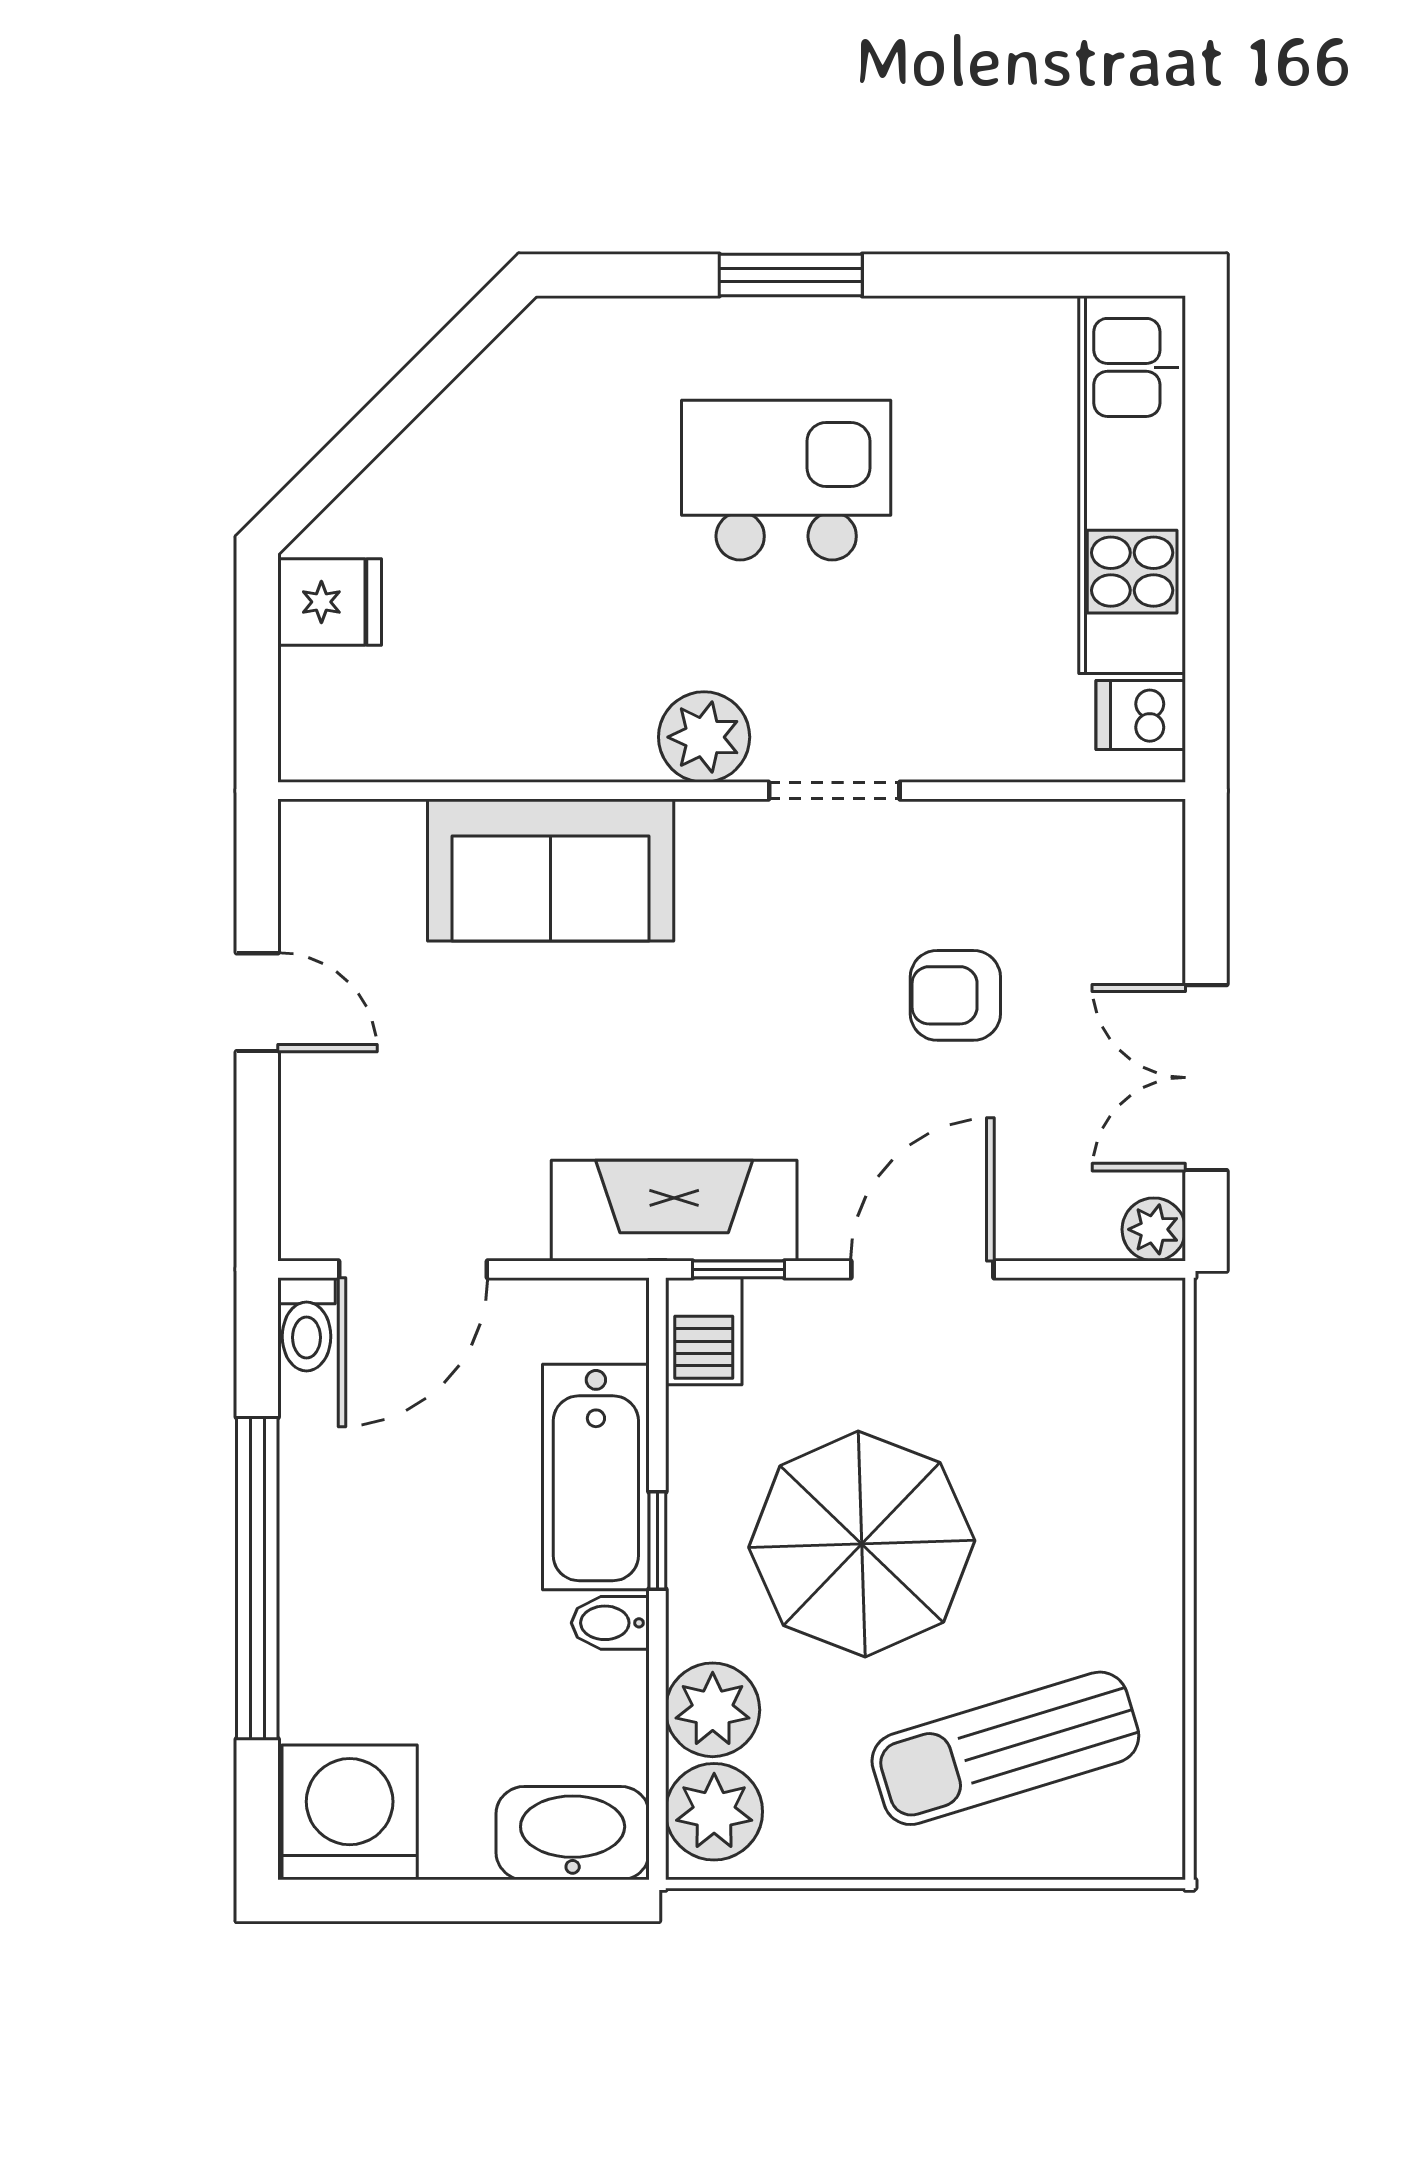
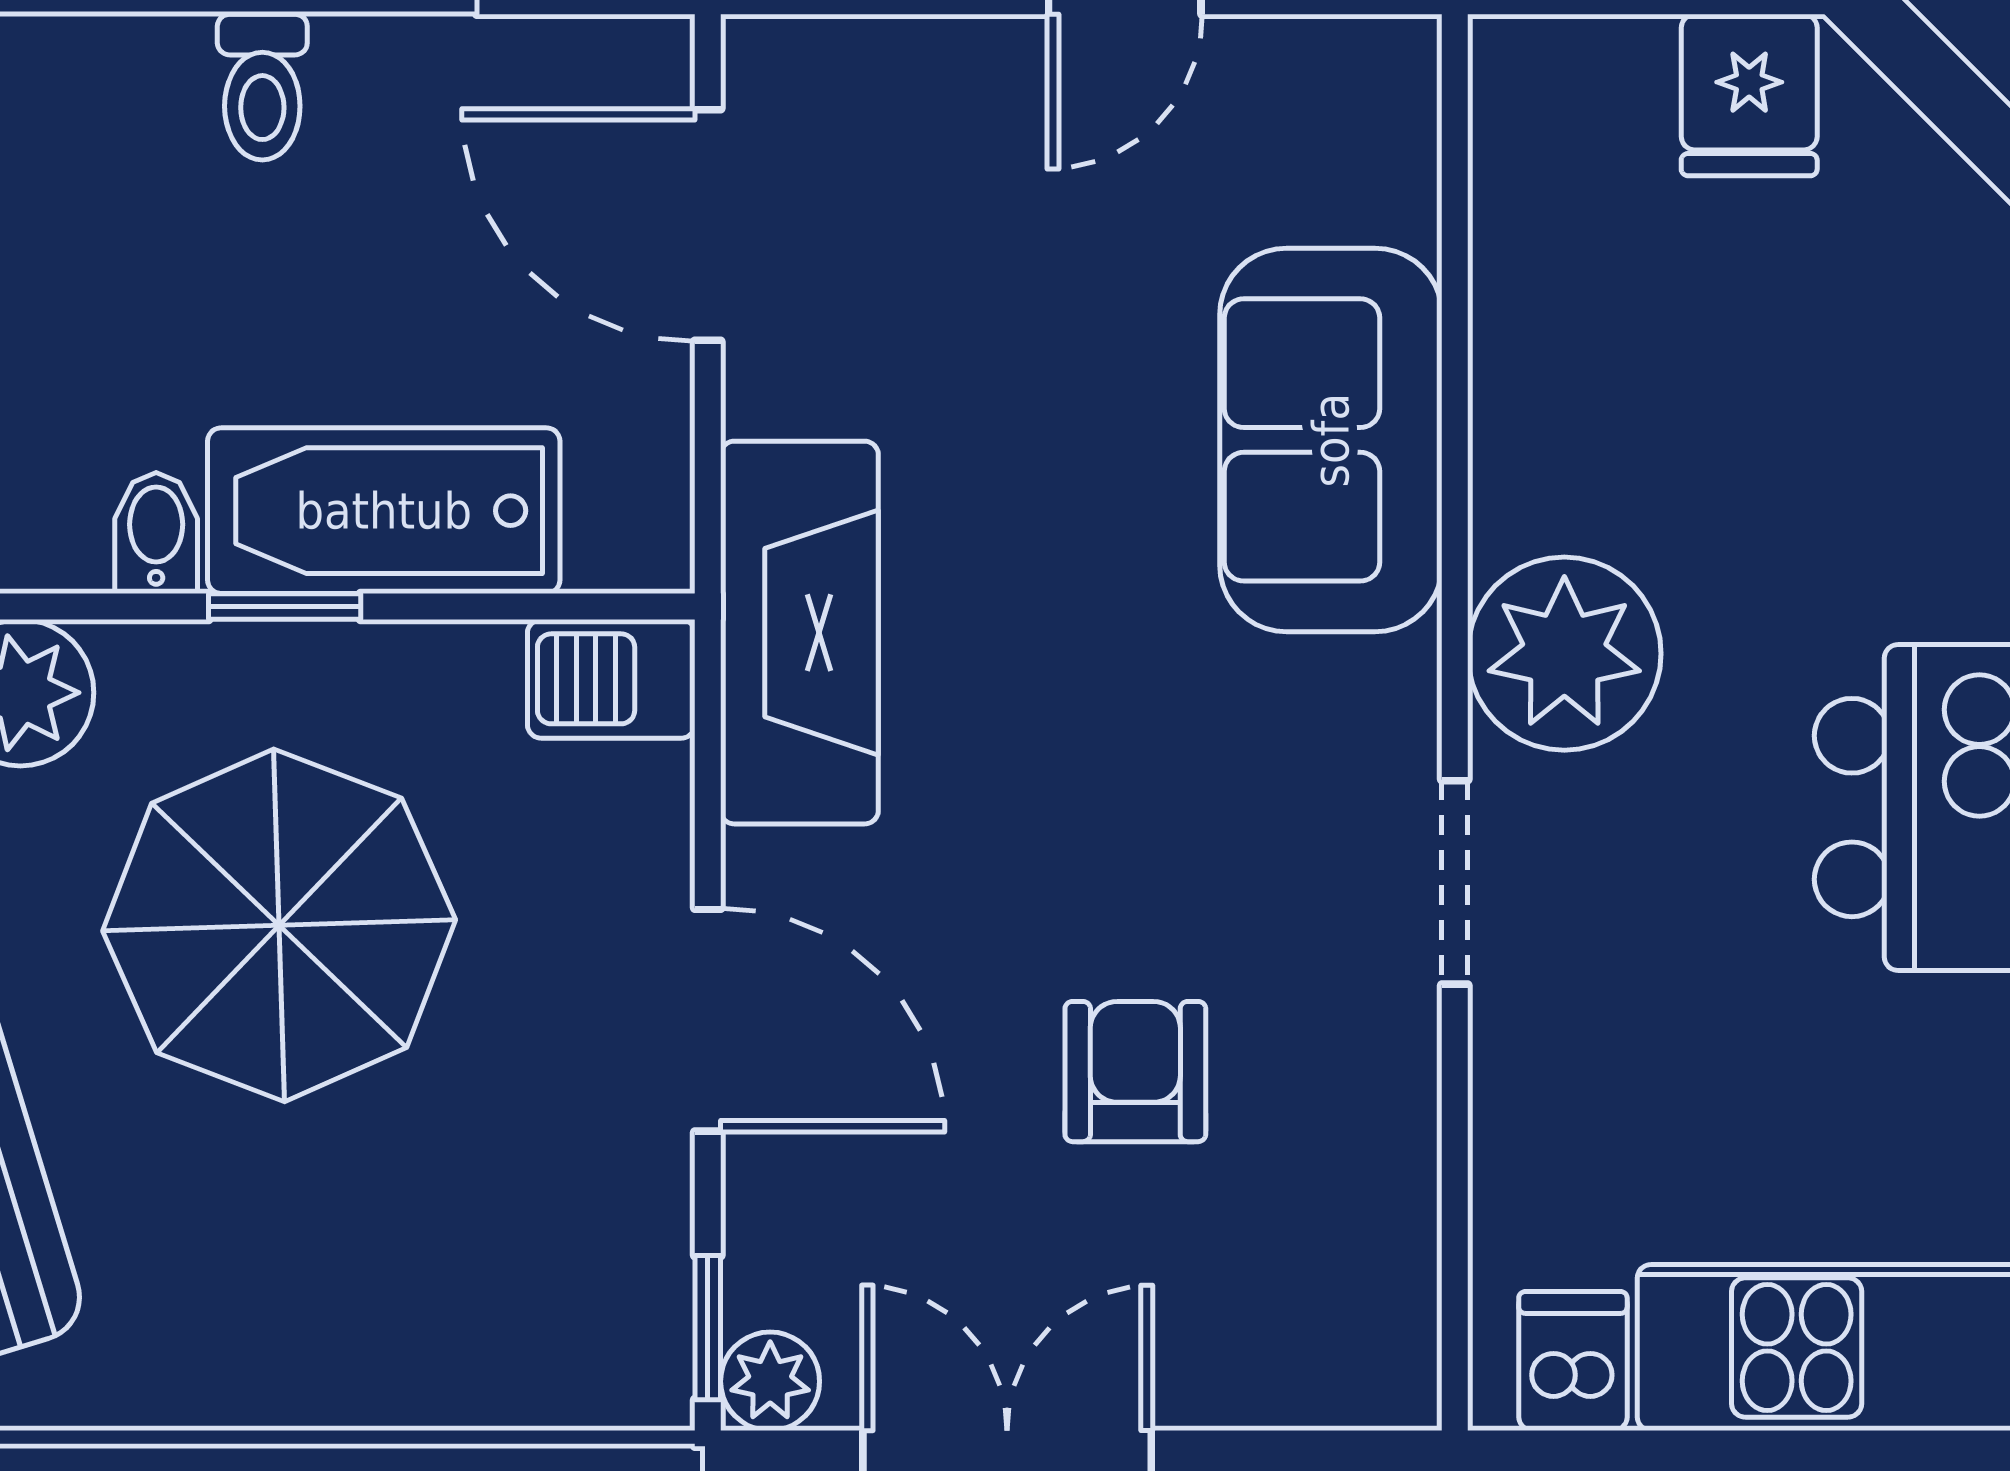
plant: (704, 737) -> (1564, 654), width x1.36, depth x1.36
window: (739, 1269) -> (708, 1328), moved
toilet: (307, 1324) -> (262, 87), moved, turned -90

